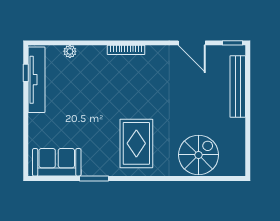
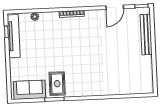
door: (192, 43) -> (115, 7), hinge flipped
rug: (136, 143) -> (57, 84), moved, width x0.73, depth x0.70
spiral stairs: (199, 155) -> (122, 81), removed

